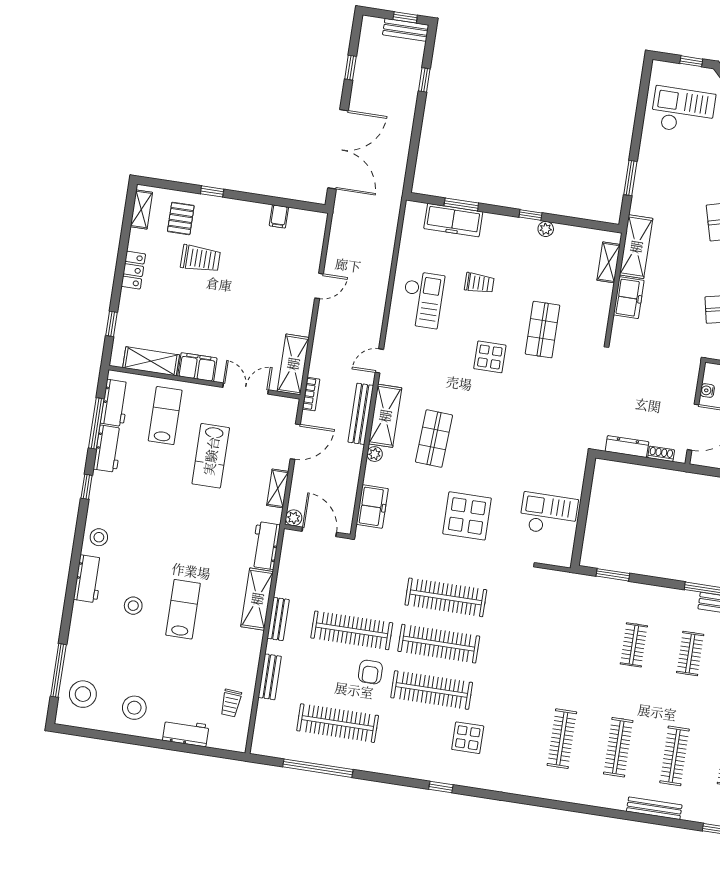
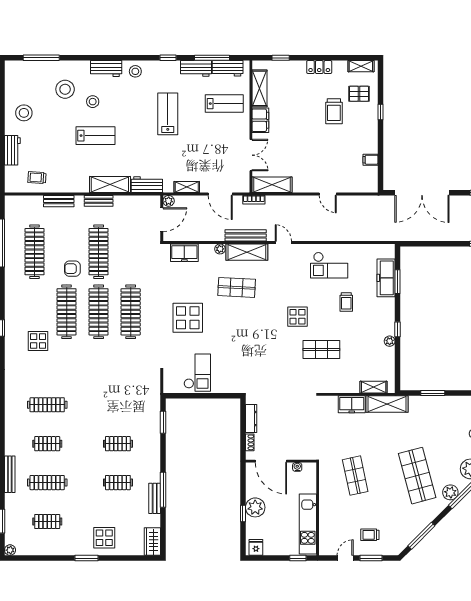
lab bench: (211, 456) -> (168, 114), moved, turned 90
stool: (83, 694) -> (65, 89), moved
clothes rail: (618, 747) -> (47, 444), width x0.73

